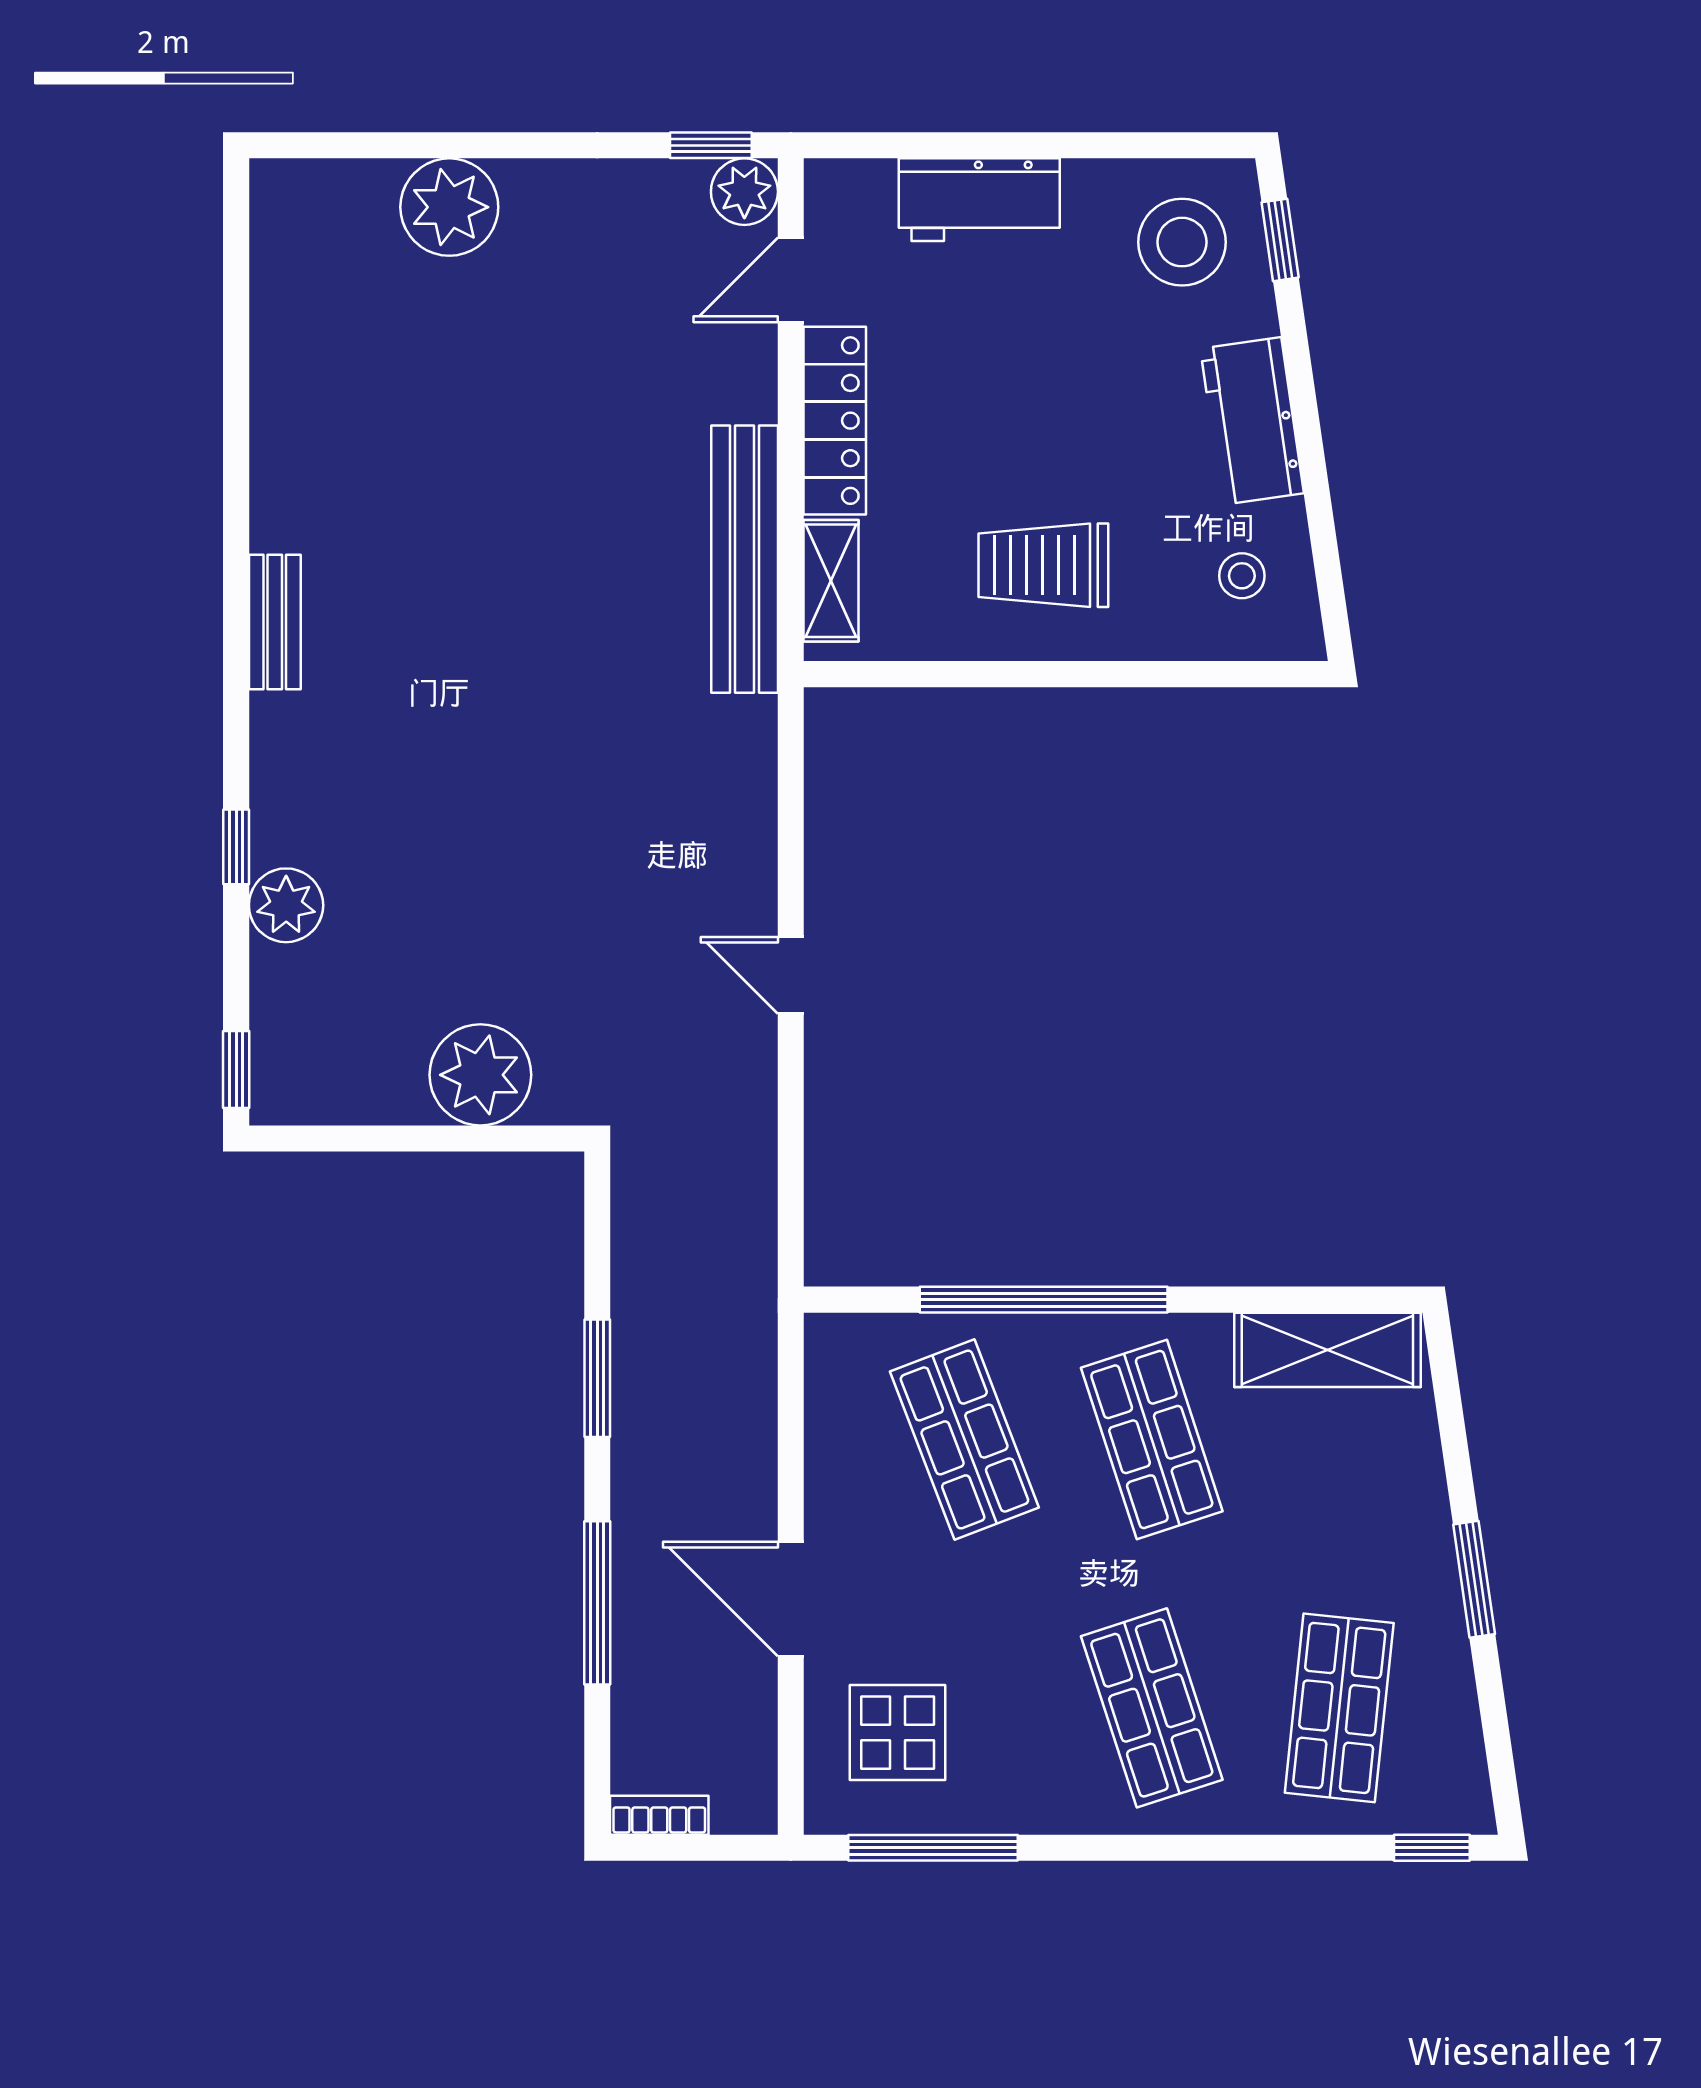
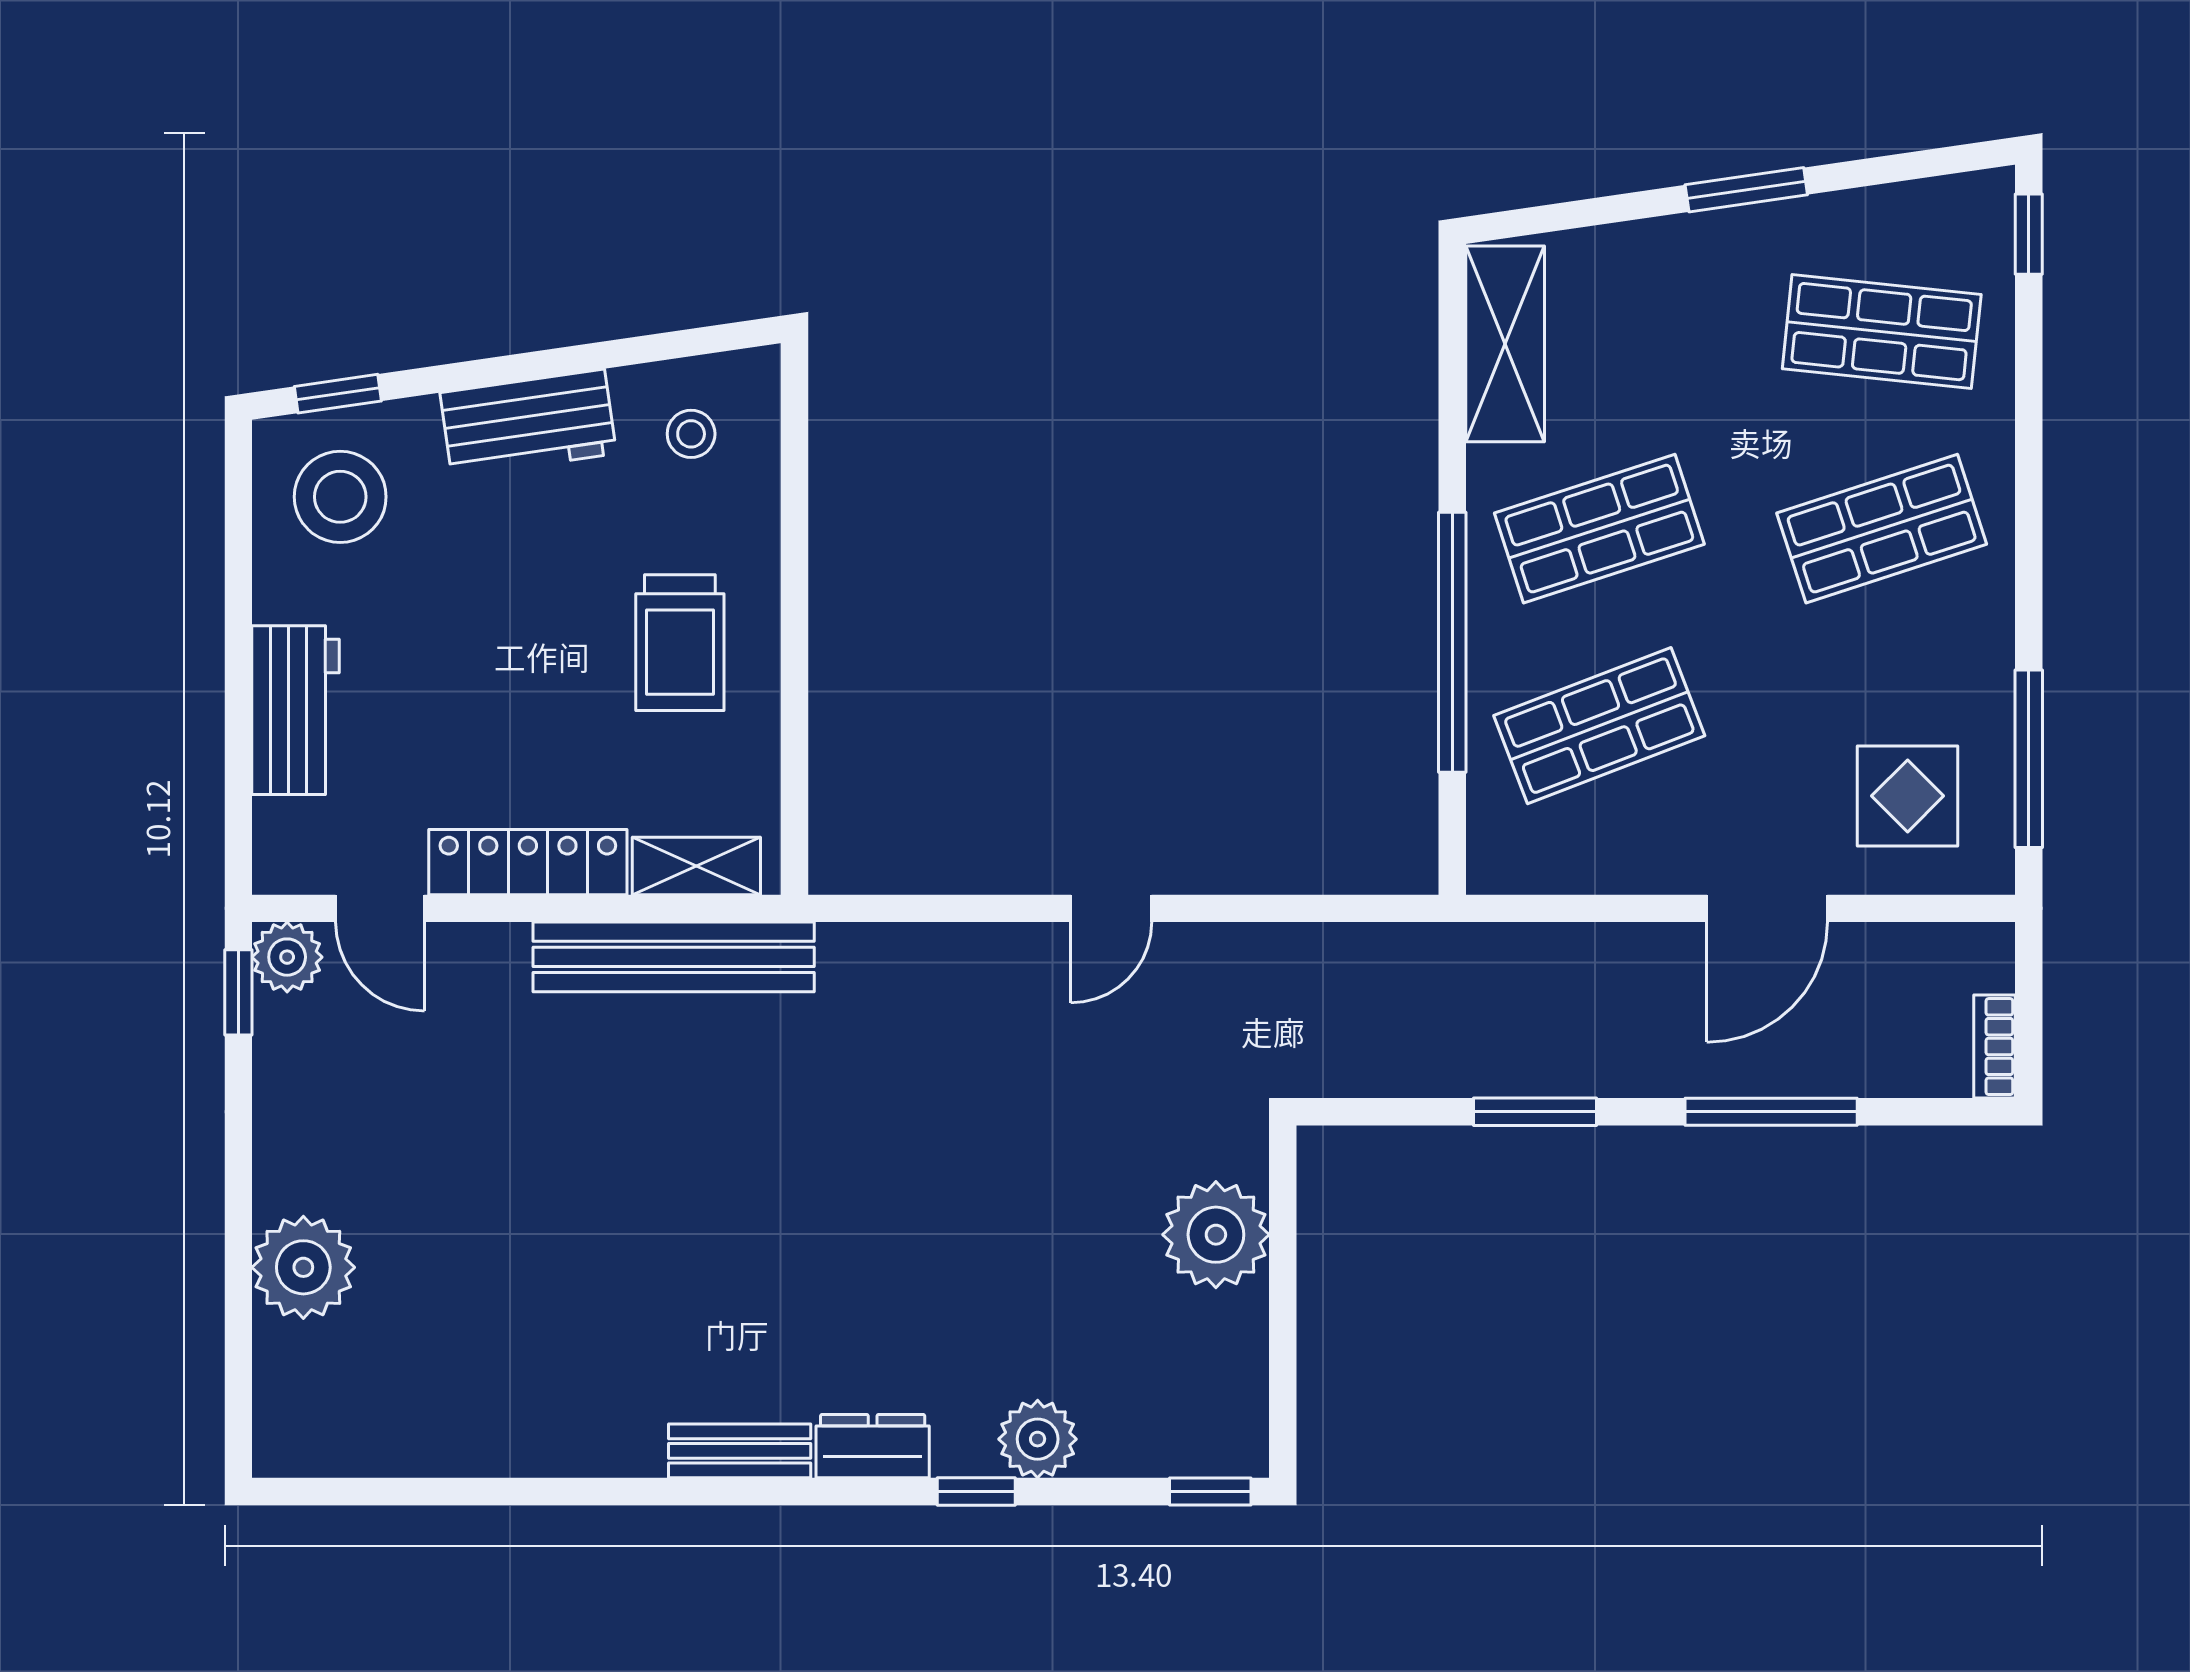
dresser: (279, 748) -> (873, 1446), added

